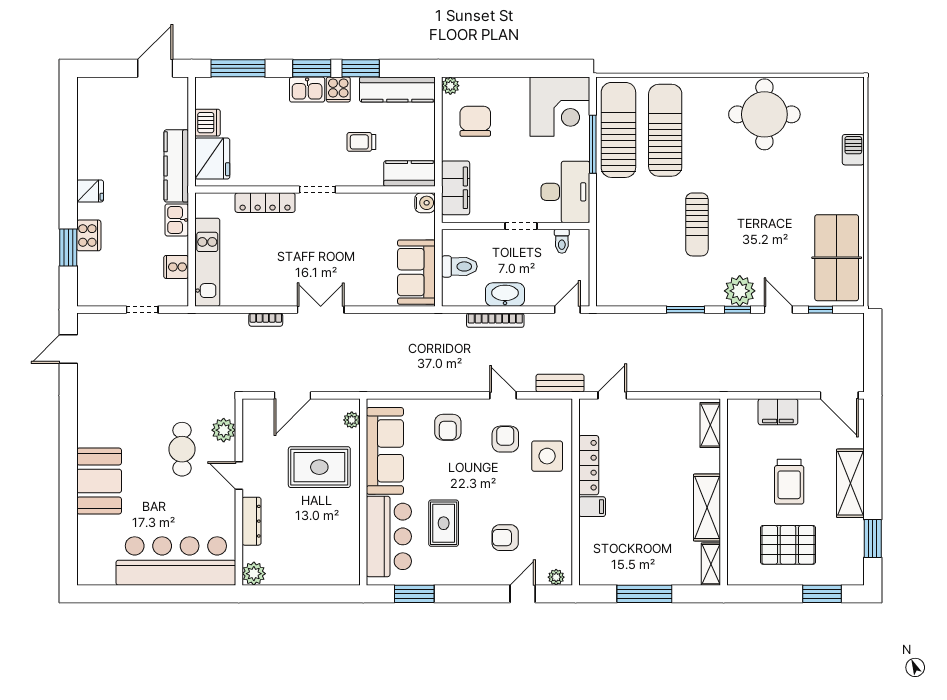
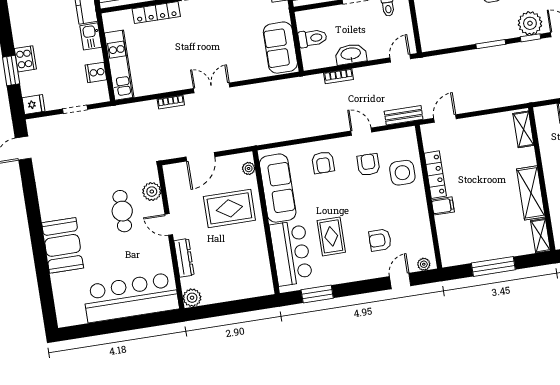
fridge: (90, 191) -> (34, 104), moved
bookcase: (495, 320) -> (339, 76), width x0.64

